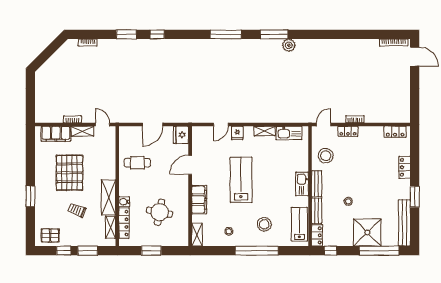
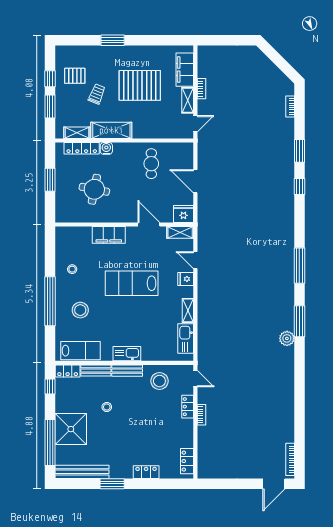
lab bench: (241, 180) -> (132, 283), turned 180
pallet: (50, 235) -> (75, 76), moved, turned 90
shelving: (197, 235) -> (180, 232), moved

